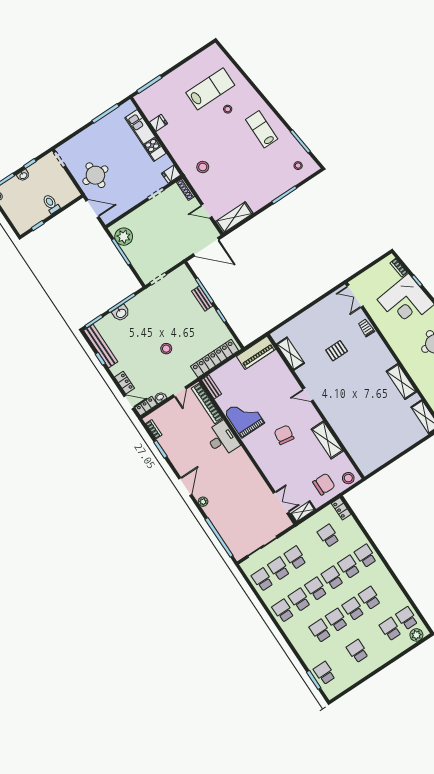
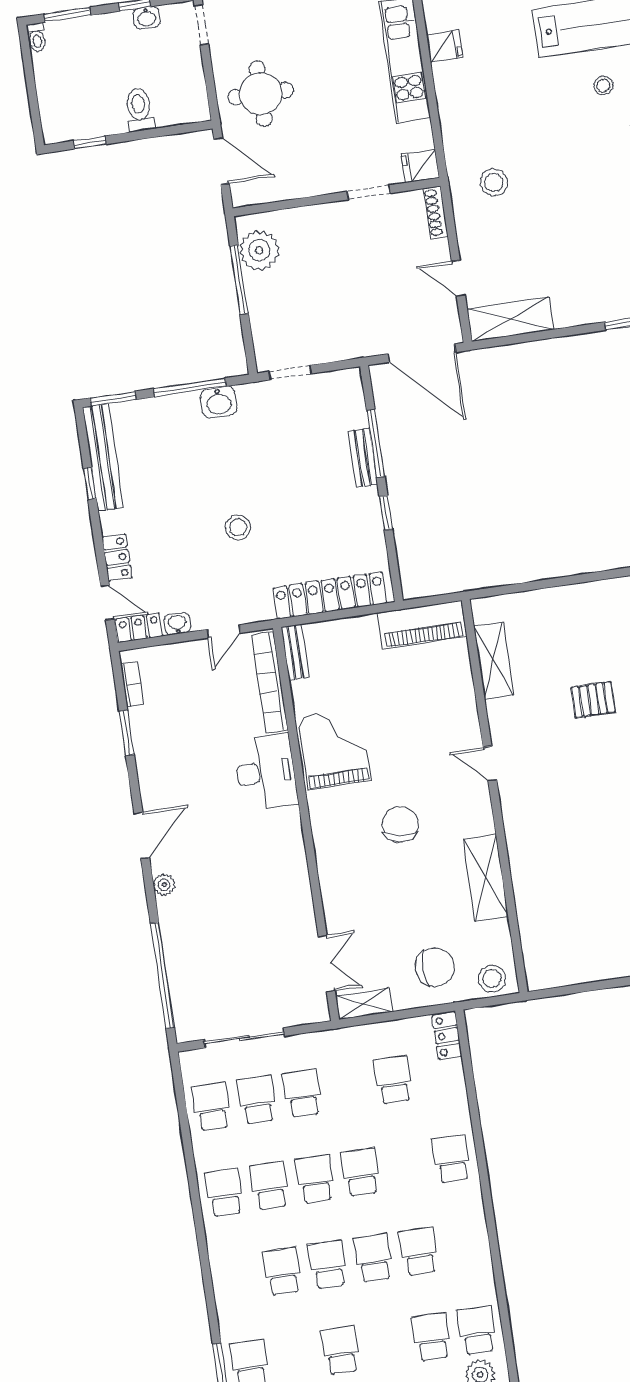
washbasin: (23, 175) -> (147, 17), moved
washbasin: (121, 313) -> (219, 402), moved
school desk: (349, 567) -> (406, 1166), removed

